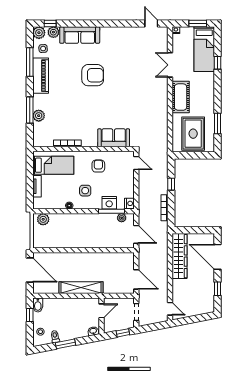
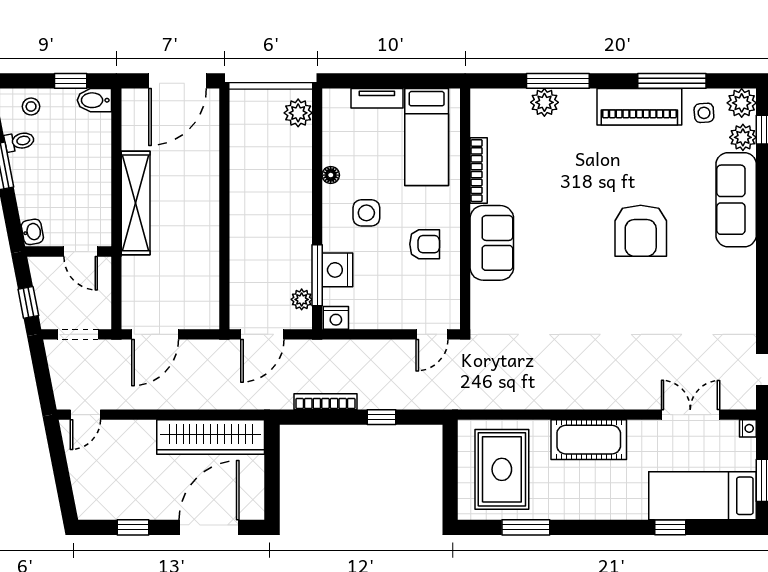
double door: (170, 65) -> (690, 415), moved
rug: (193, 134) -> (502, 469), turned 90
sofa: (114, 138) -> (492, 243), moved

